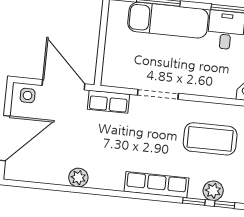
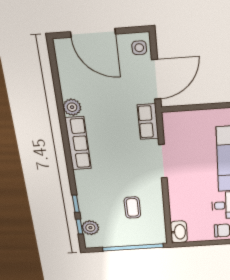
coffee table: (210, 139) -> (132, 207), width x0.54, depth x0.58
row of seats: (156, 185) -> (78, 143), moved
plant: (213, 191) -> (90, 228), moved

